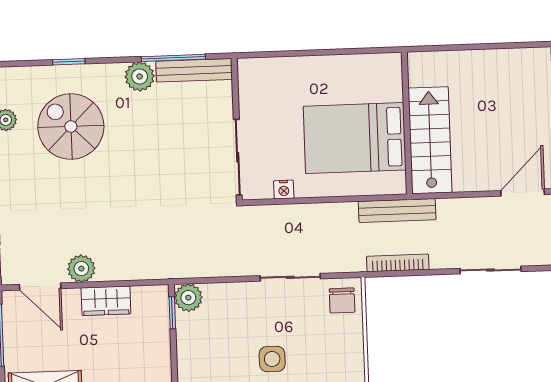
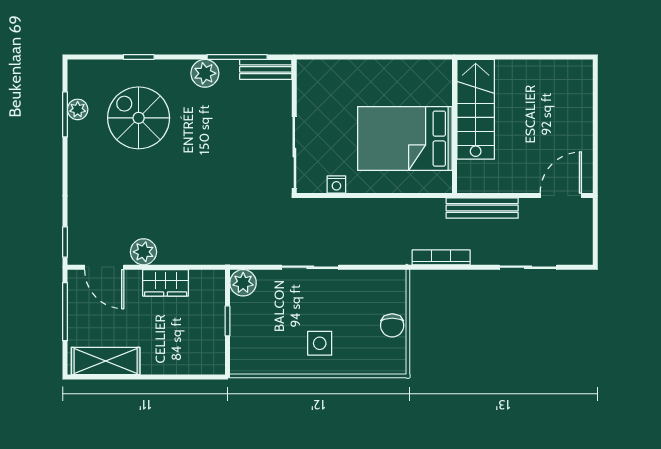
bench: (194, 70) -> (266, 69), width x0.73
stairs: (430, 140) -> (476, 109), moved
bench: (397, 210) -> (482, 208), moved
sliding door: (290, 277) -> (310, 267), moved
chair: (342, 300) -> (392, 325), moved
window: (172, 313) -> (227, 321), moved

